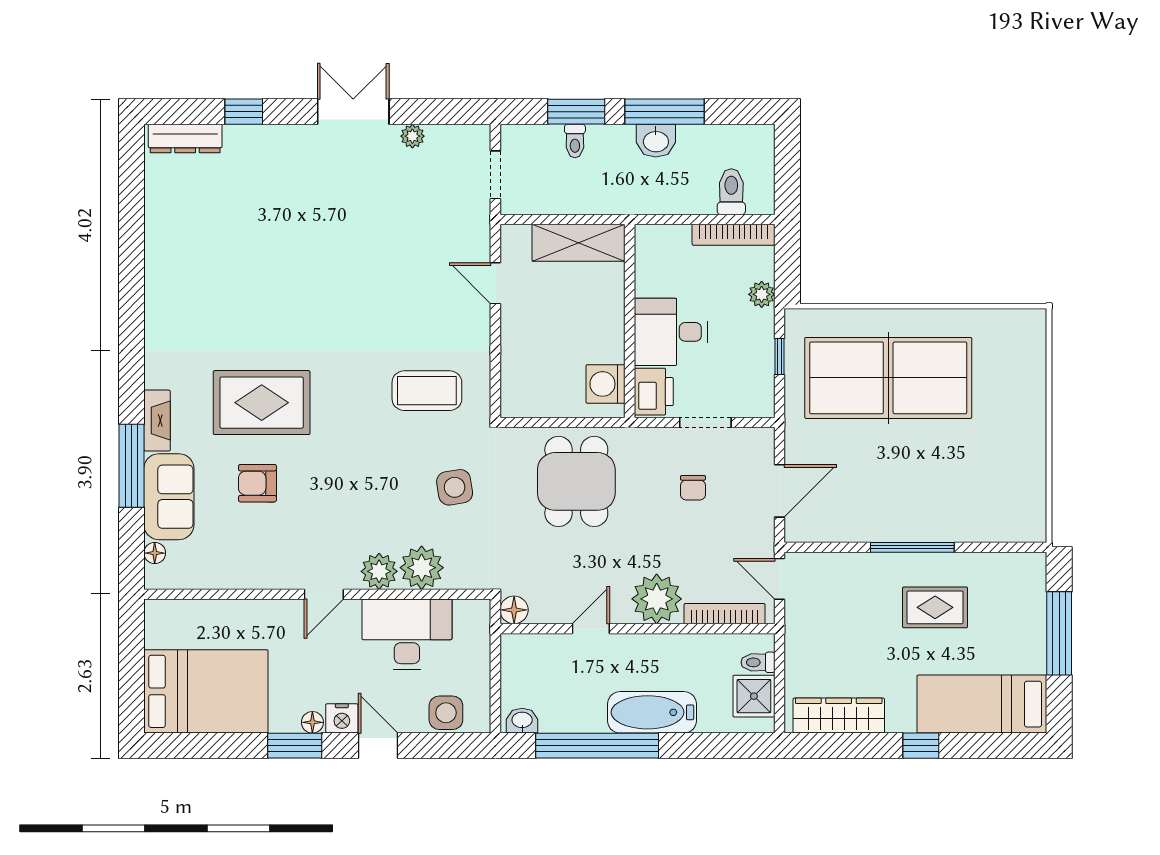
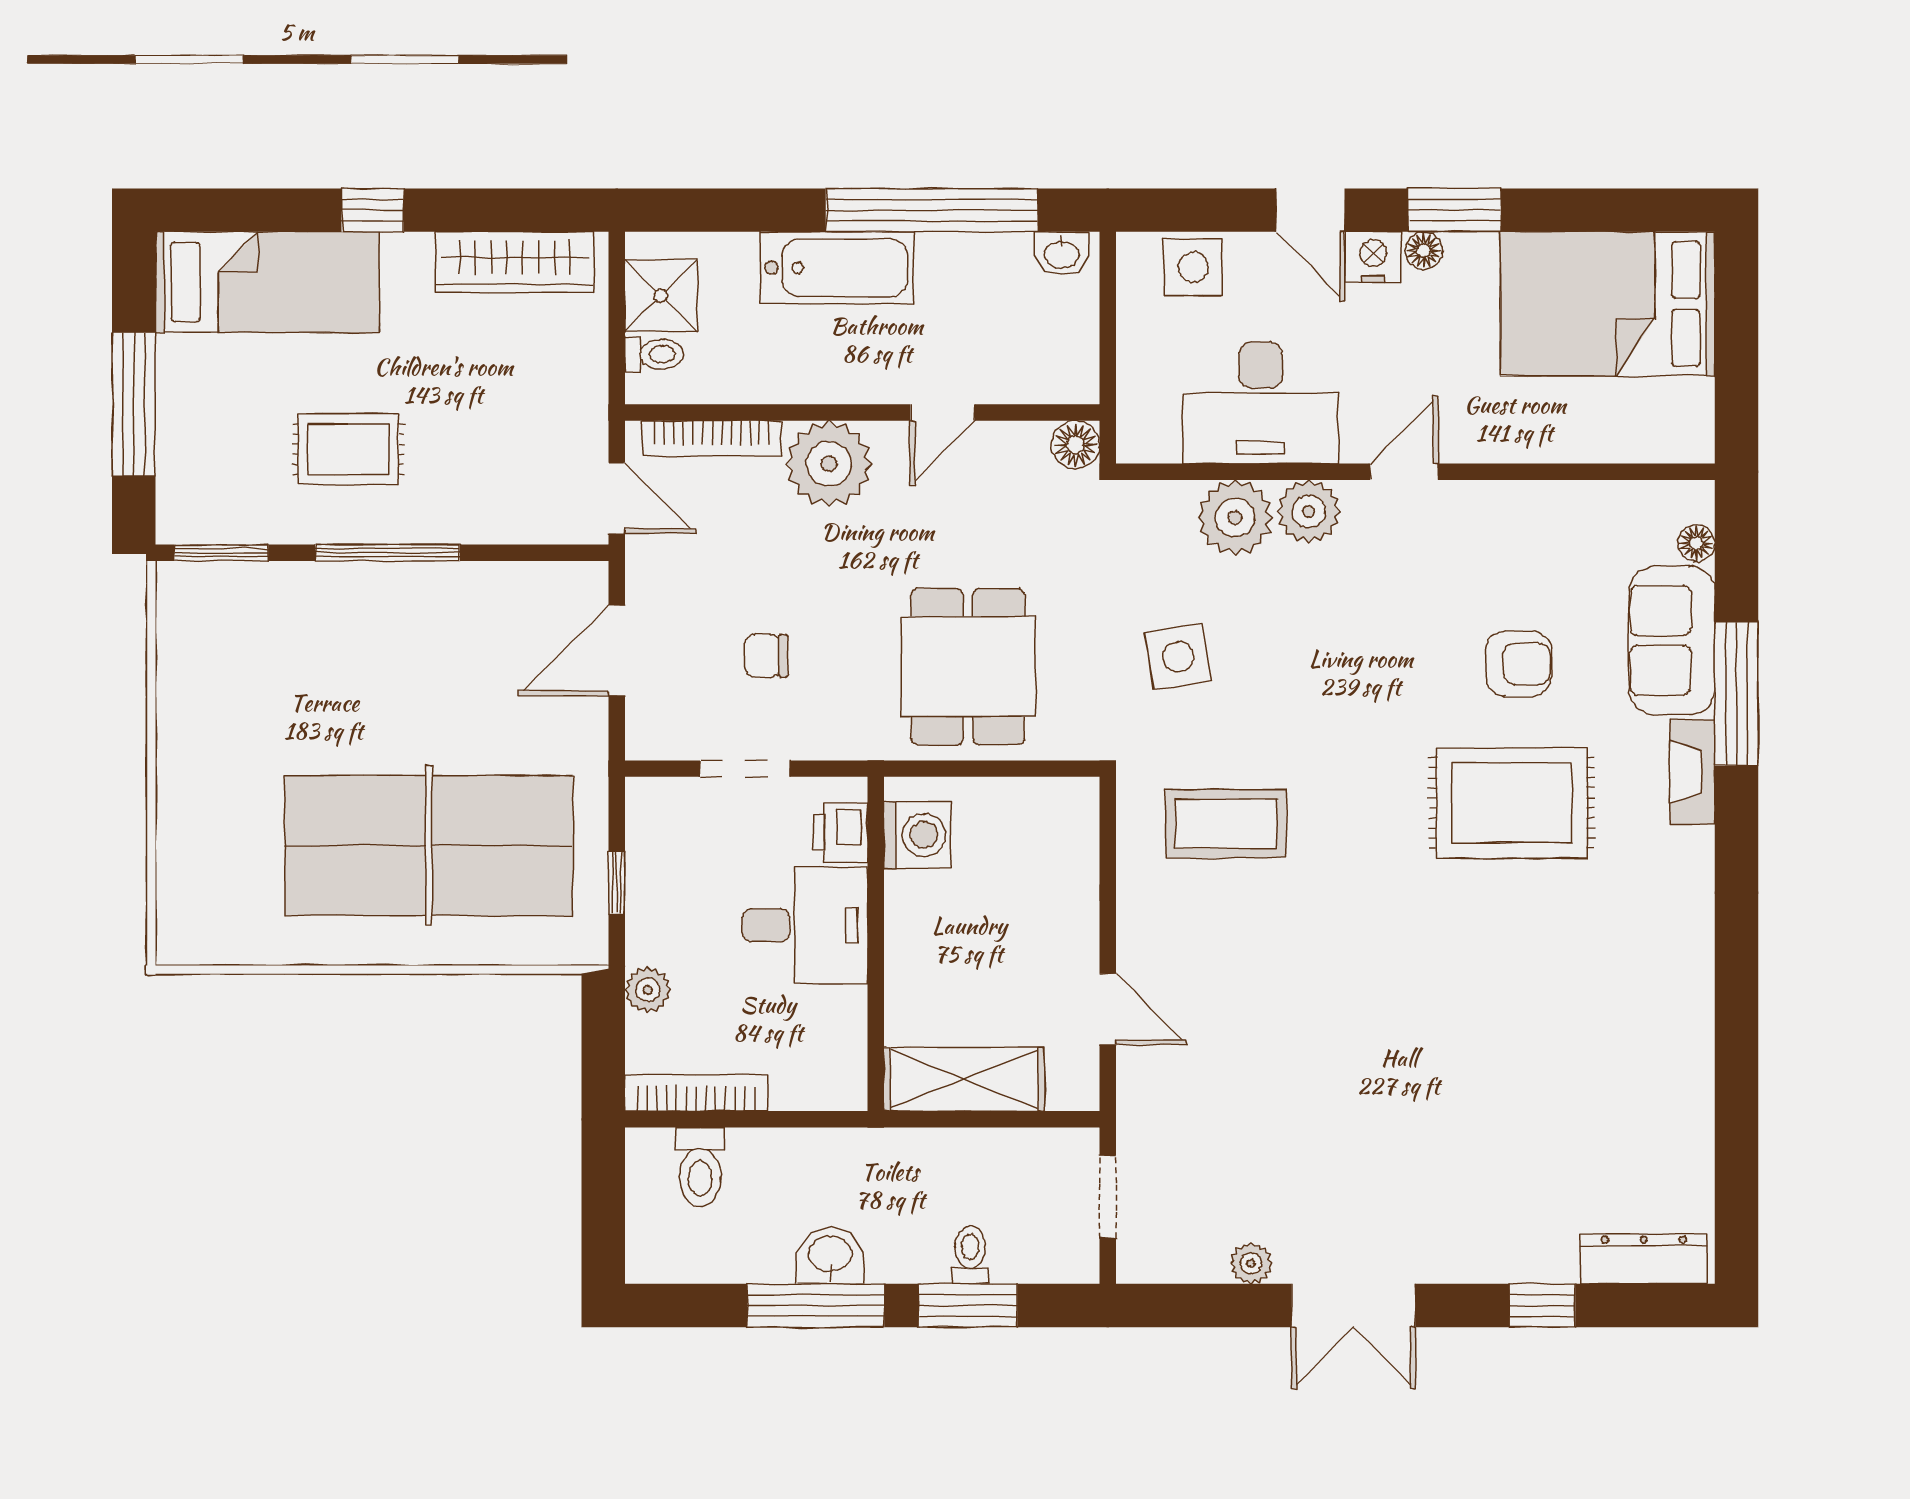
printer: (654, 392) -> (841, 833), width x0.73, depth x0.81
chair: (693, 488) -> (766, 656), turned -90
window: (1008, 547) -> (221, 553), added

